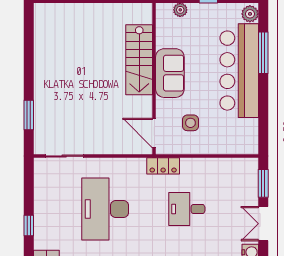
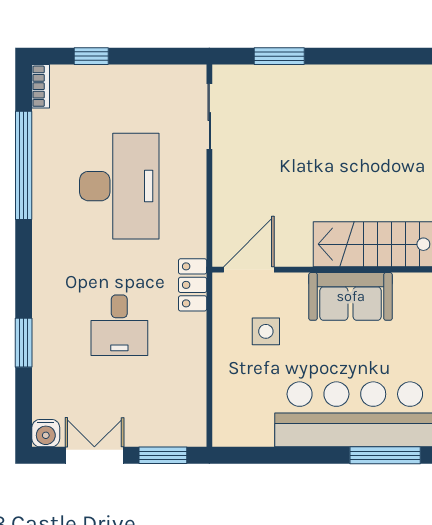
desk: (105, 209) -> (119, 186), turned 90
desk: (187, 209) -> (119, 325), turned 180

